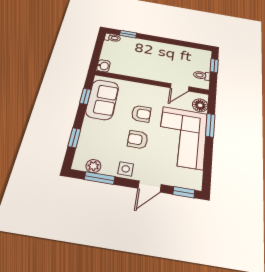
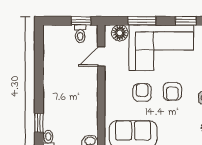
window: (214, 66) -> (81, 21), moved
door: (180, 87) -> (101, 57), swing flipped
window: (208, 164) -> (186, 21), added

